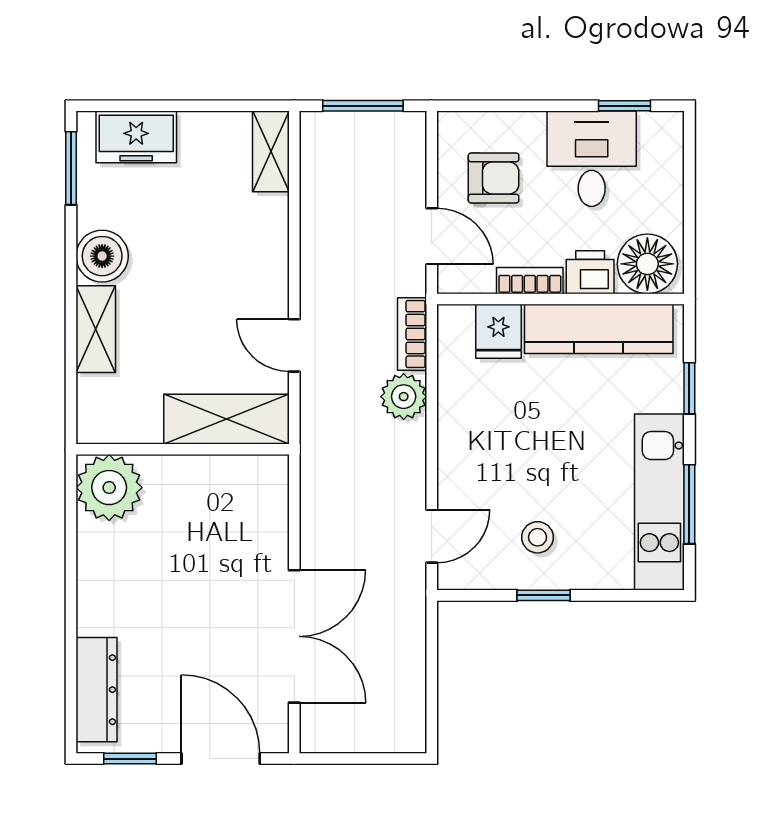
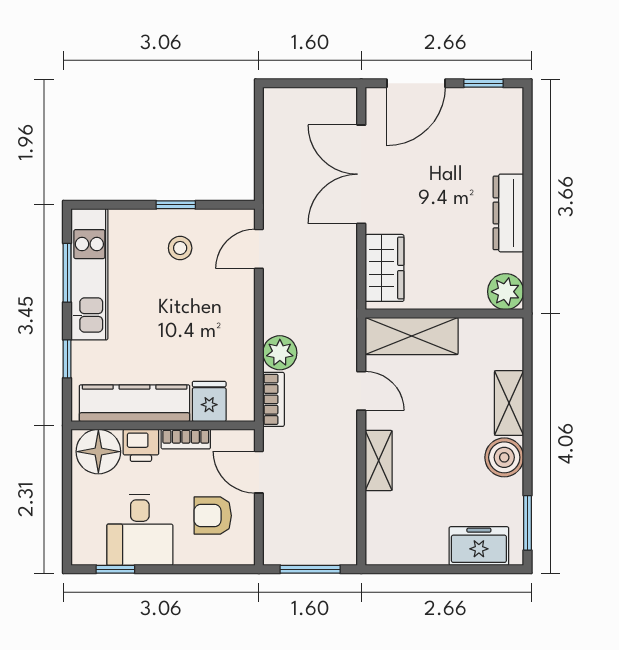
shelving: (271, 151) -> (379, 460), moved
plant: (109, 488) -> (506, 292), width x0.73, depth x0.73
wardrobe: (263, 510) -> (384, 268), added
dresser: (97, 690) -> (508, 213), moved
door: (221, 759) -> (416, 83), hinge flipped

